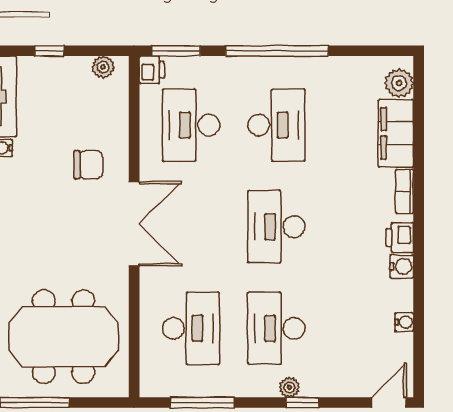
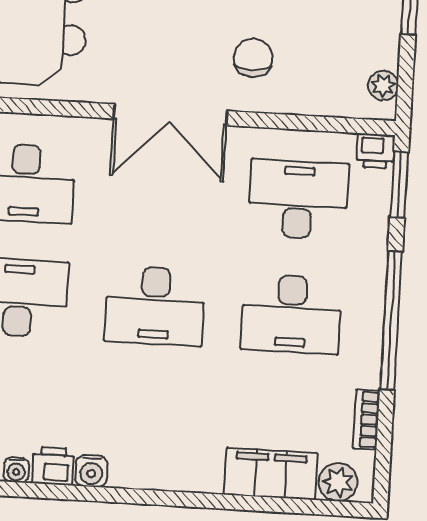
chair: (88, 165) -> (253, 58), turned 180
bookcase: (405, 191) -> (366, 419), moved, turned -90
desk: (276, 227) -> (155, 306), turned 180
printer: (400, 238) -> (53, 466), moved

